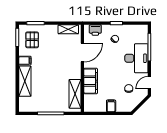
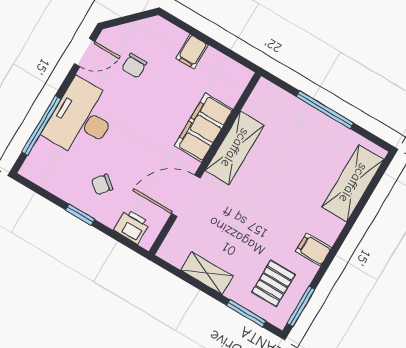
shelving: (68, 29) -> (207, 273), moved
shelving: (25, 81) -> (353, 183), moved
shelving: (75, 94) -> (235, 148), moved

